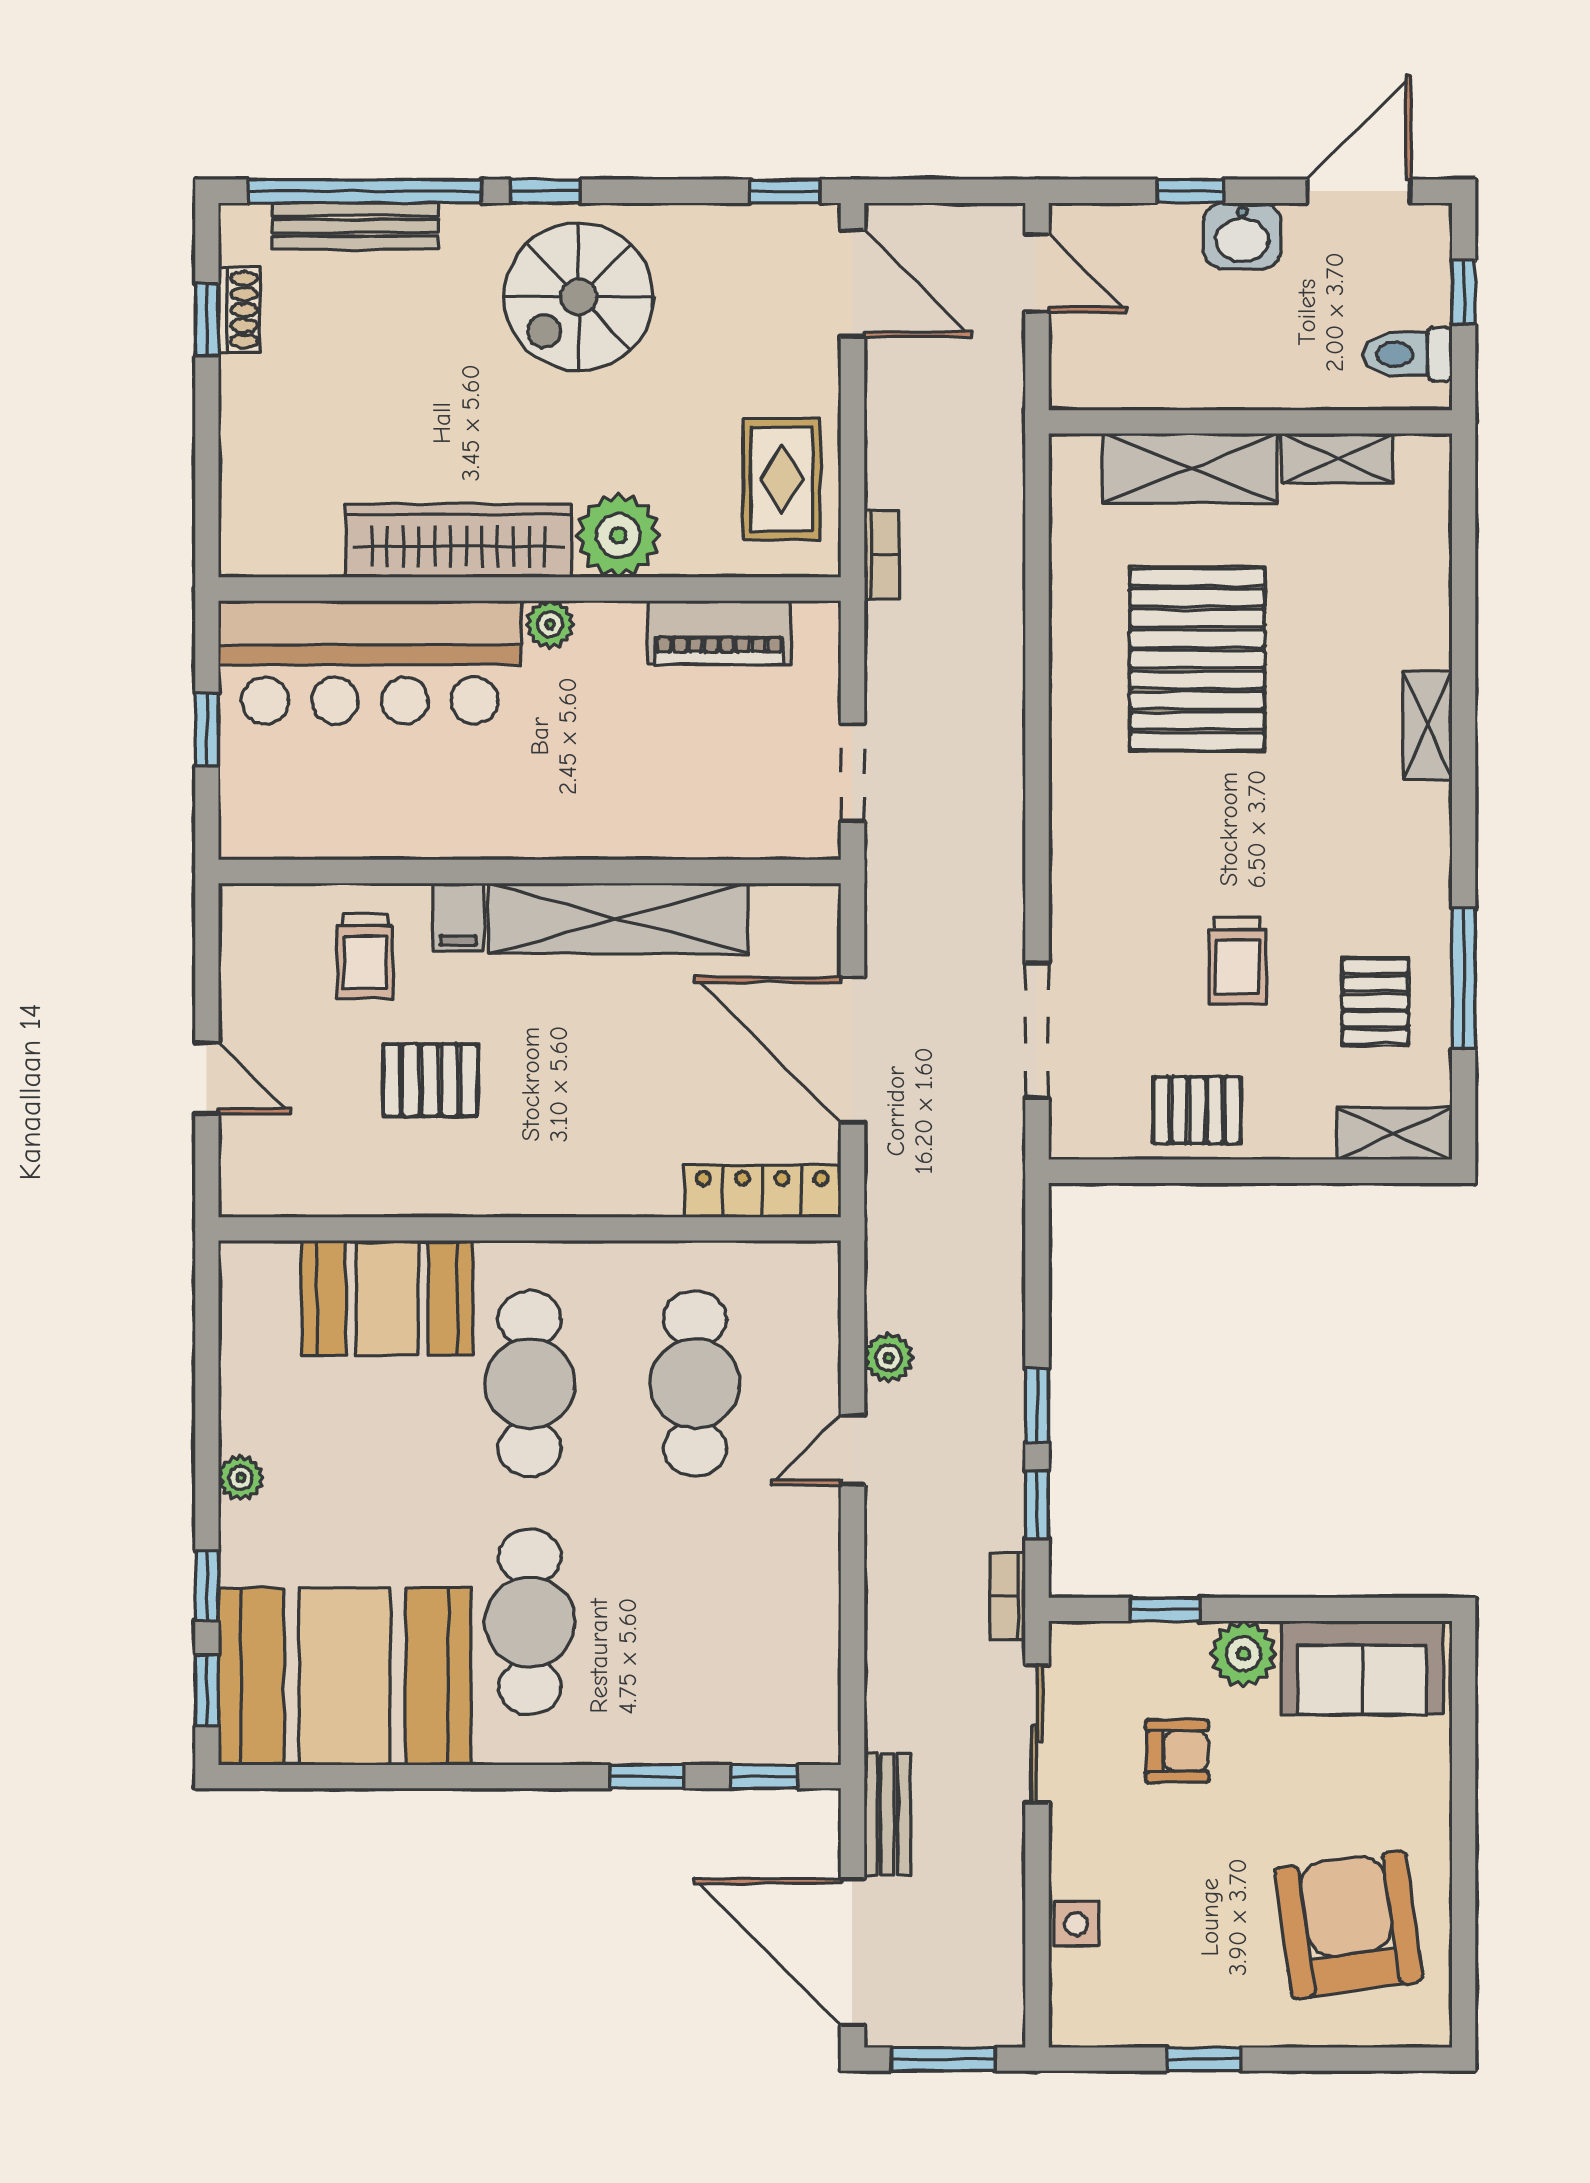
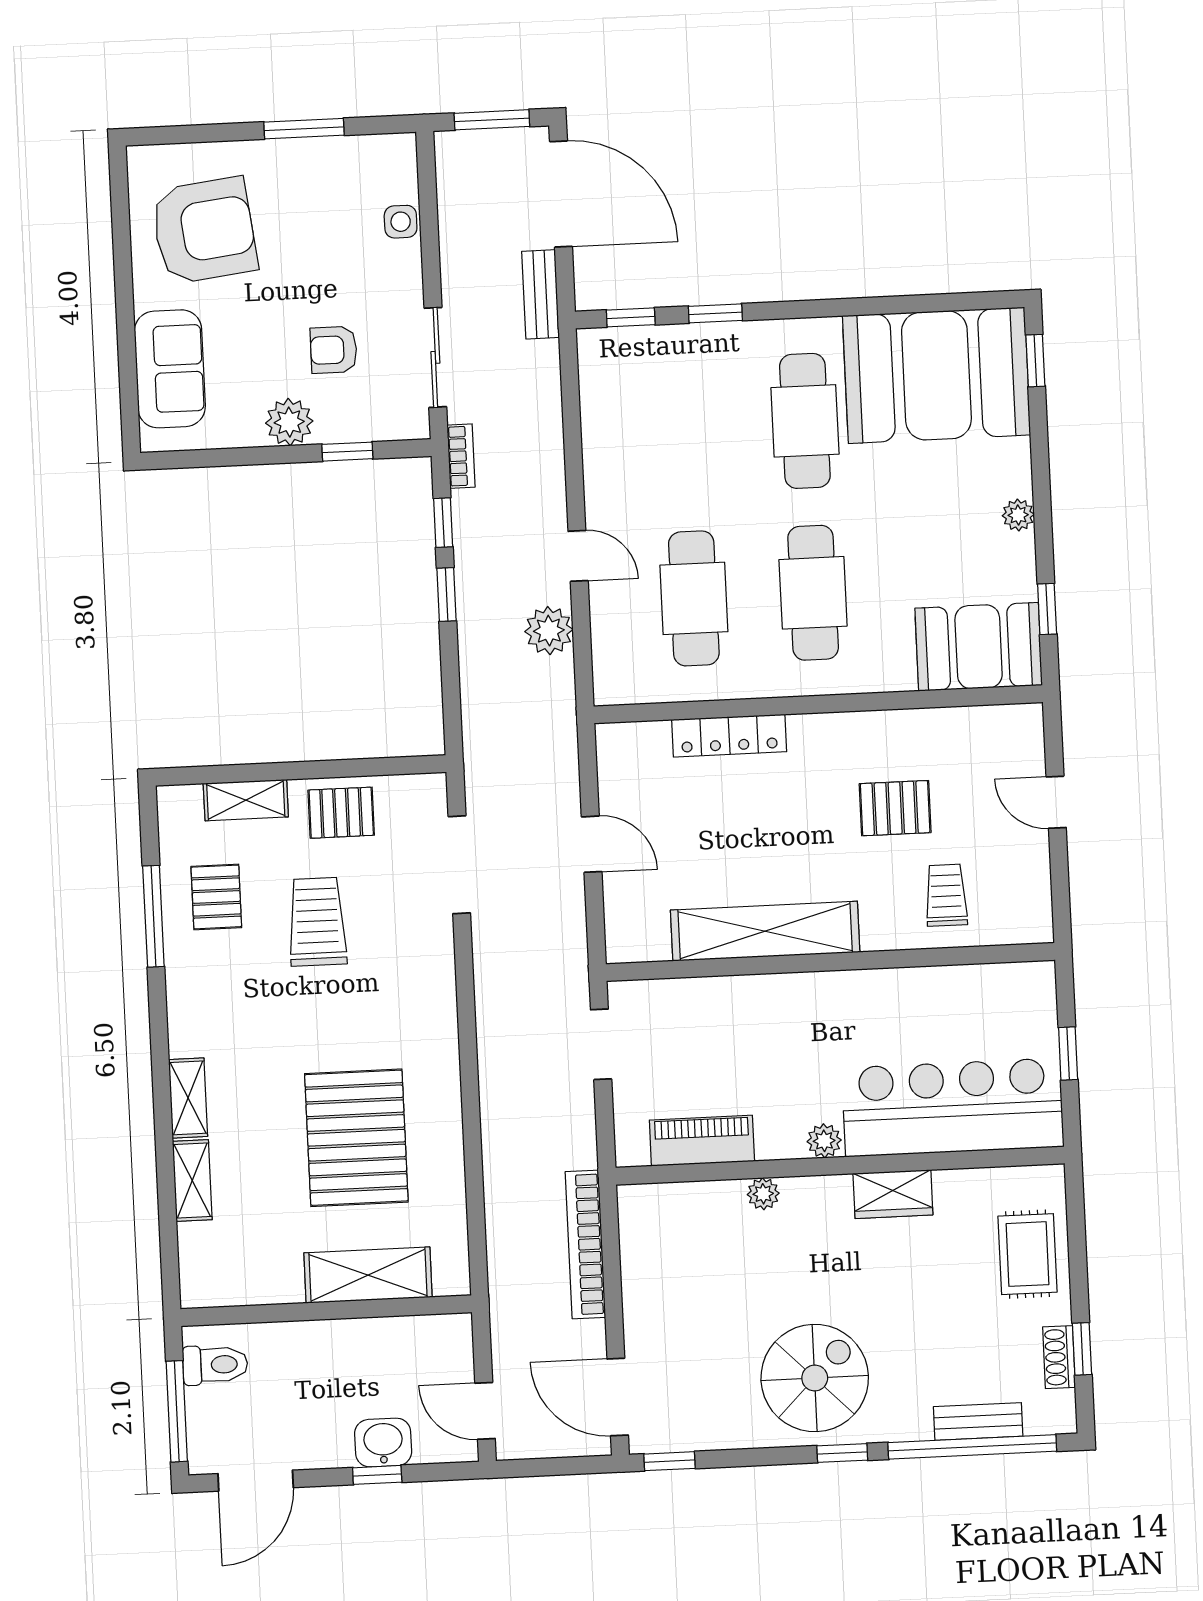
bench: (355, 226) -> (978, 1421), width x0.73
washbasin: (1242, 236) -> (383, 1443), moved
window: (1464, 292) -> (177, 1411), width x2.17
shelving: (1338, 458) -> (192, 1180), moved, turned 90
rug: (782, 479) -> (1027, 1254), moved
plant: (618, 535) -> (763, 1194), width x0.53, depth x0.53
wardrobe: (458, 541) -> (893, 1194), width x0.48, depth x0.85
bookcase: (882, 555) -> (585, 1244), width x2.31, depth x1.31
filing cabinet: (458, 917) -> (880, 927), removed
trolley: (1237, 961) -> (317, 922), width x1.36, depth x1.39
door: (852, 1050) -> (592, 844), width x0.53
shelving: (1394, 1134) -> (246, 800), moved
locker: (762, 1191) -> (729, 736), moved
booth: (387, 1298) -> (979, 647), moved
plant: (889, 1358) -> (549, 631), width x1.38, depth x1.38
door: (852, 1450) -> (578, 556), hinge flipped
window: (207, 1586) -> (1047, 609), moved
sofa: (1362, 1668) -> (170, 369), moved, turned 90
armchair: (1349, 1925) -> (204, 231), turned -89
window: (1204, 2059) -> (304, 129), width x1.50

